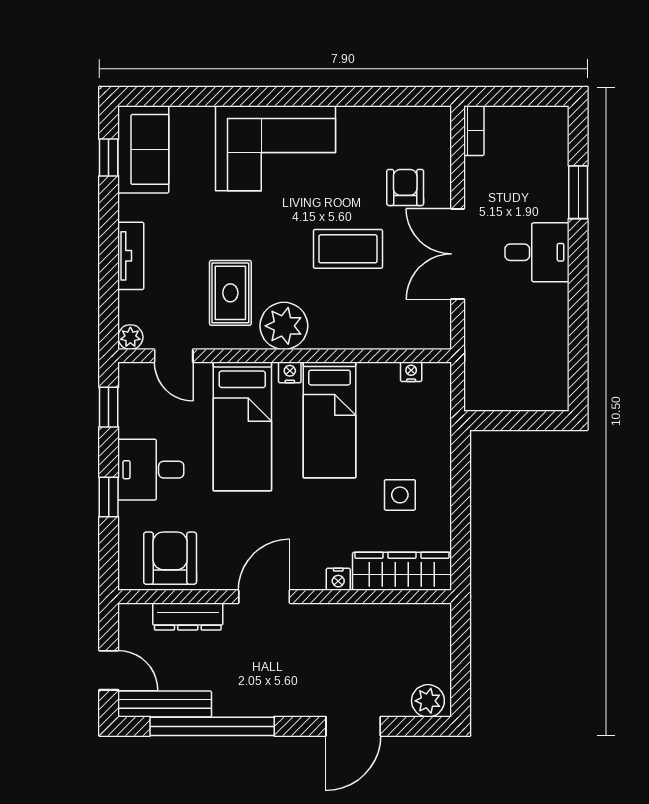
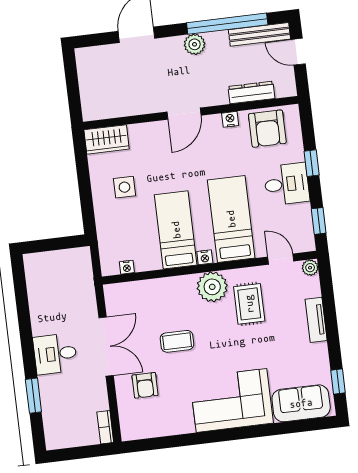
sofa: (143, 149) -> (301, 403), moved, turned 90
coffee table: (348, 249) -> (177, 341), width x0.73, depth x0.77
wardrobe: (402, 571) -> (107, 139), width x0.67
nightstand: (338, 579) -> (230, 119), moved
door: (264, 597) -> (184, 114), moved
plant: (428, 701) -> (195, 44), moved

